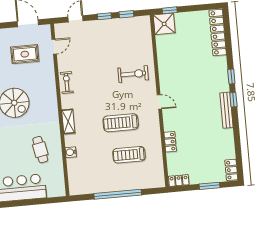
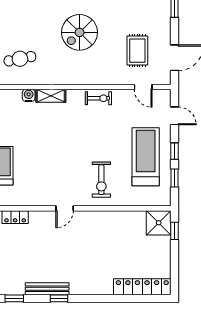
window: (231, 77) -> (14, 298), moved
treadmill: (121, 123) -> (146, 157), moved, width x1.37, depth x1.37
water cooler: (71, 152) -> (29, 95), moved

